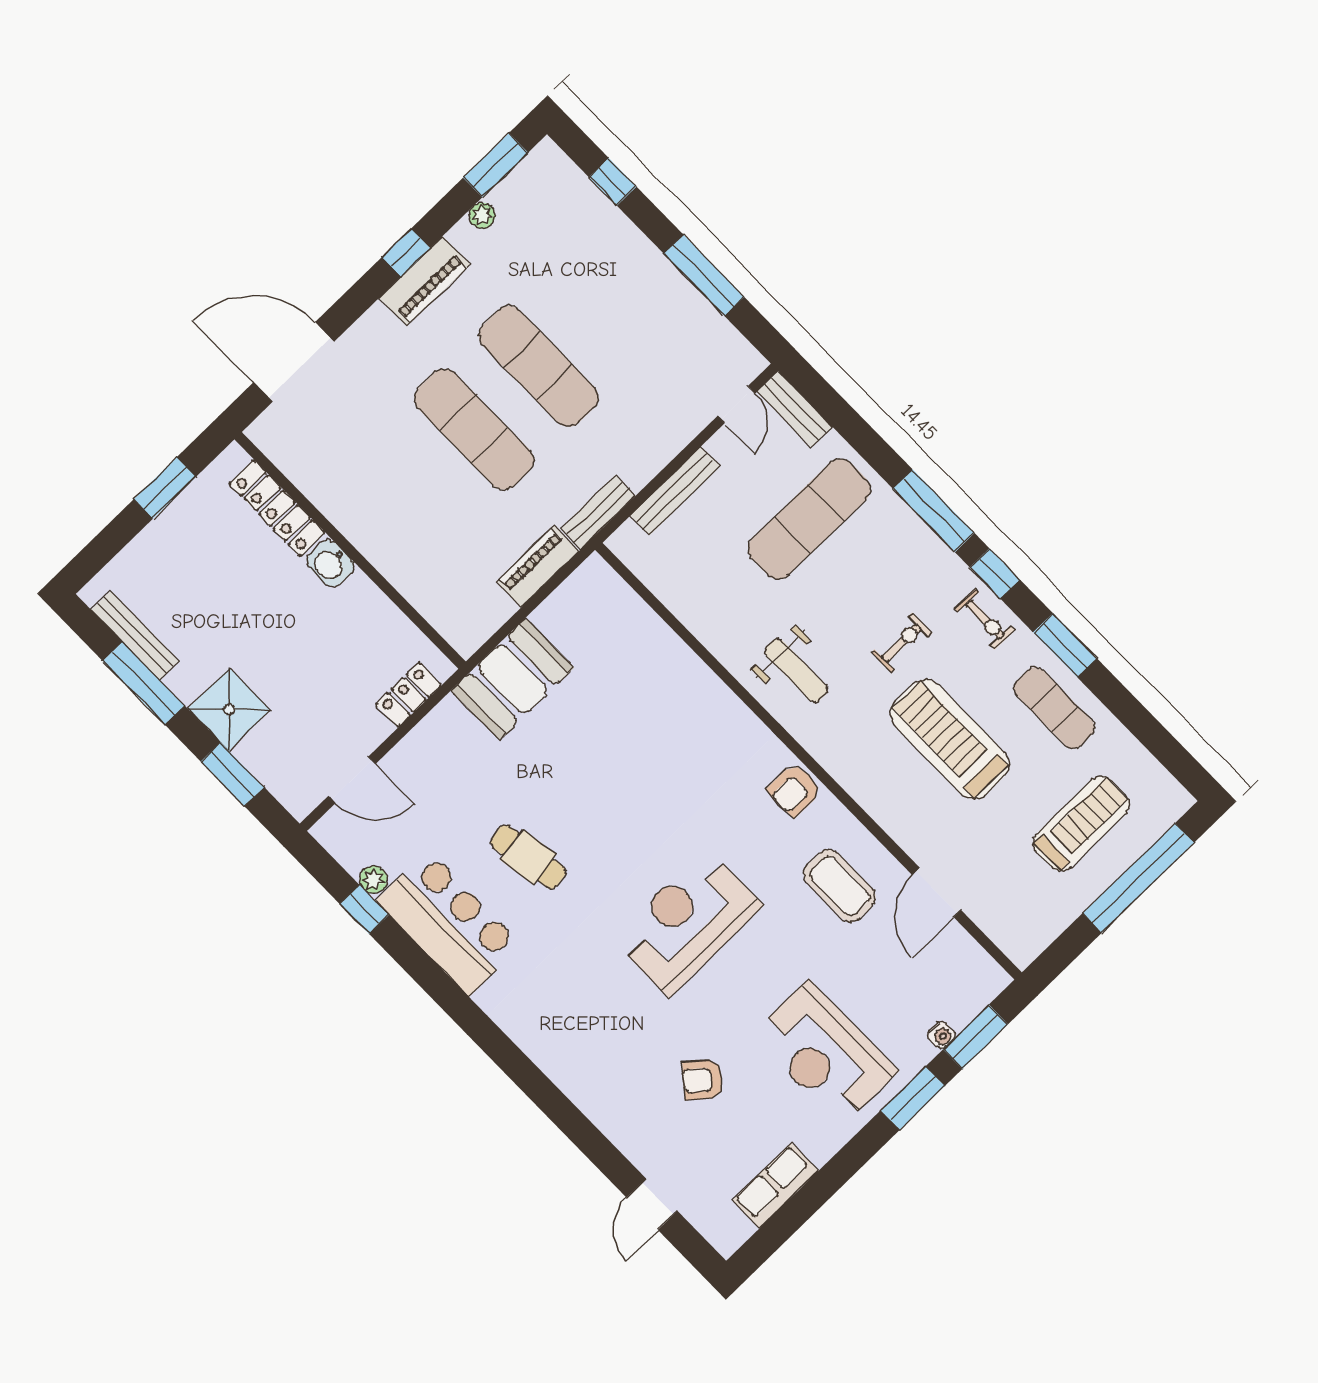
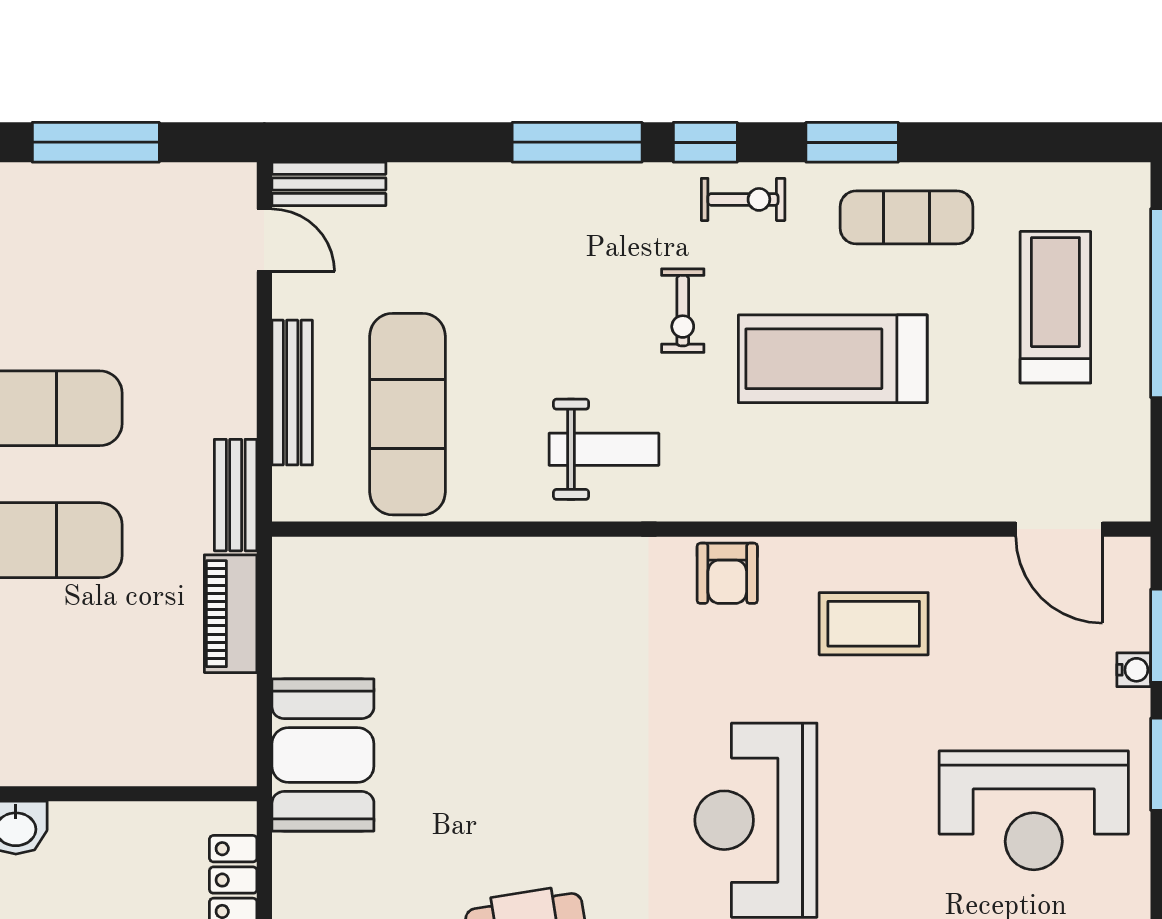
exercise mat: (809, 519) -> (407, 414), moved
exercise bike: (902, 643) -> (683, 311), turned 180
door: (937, 892) -> (1059, 529), moved

